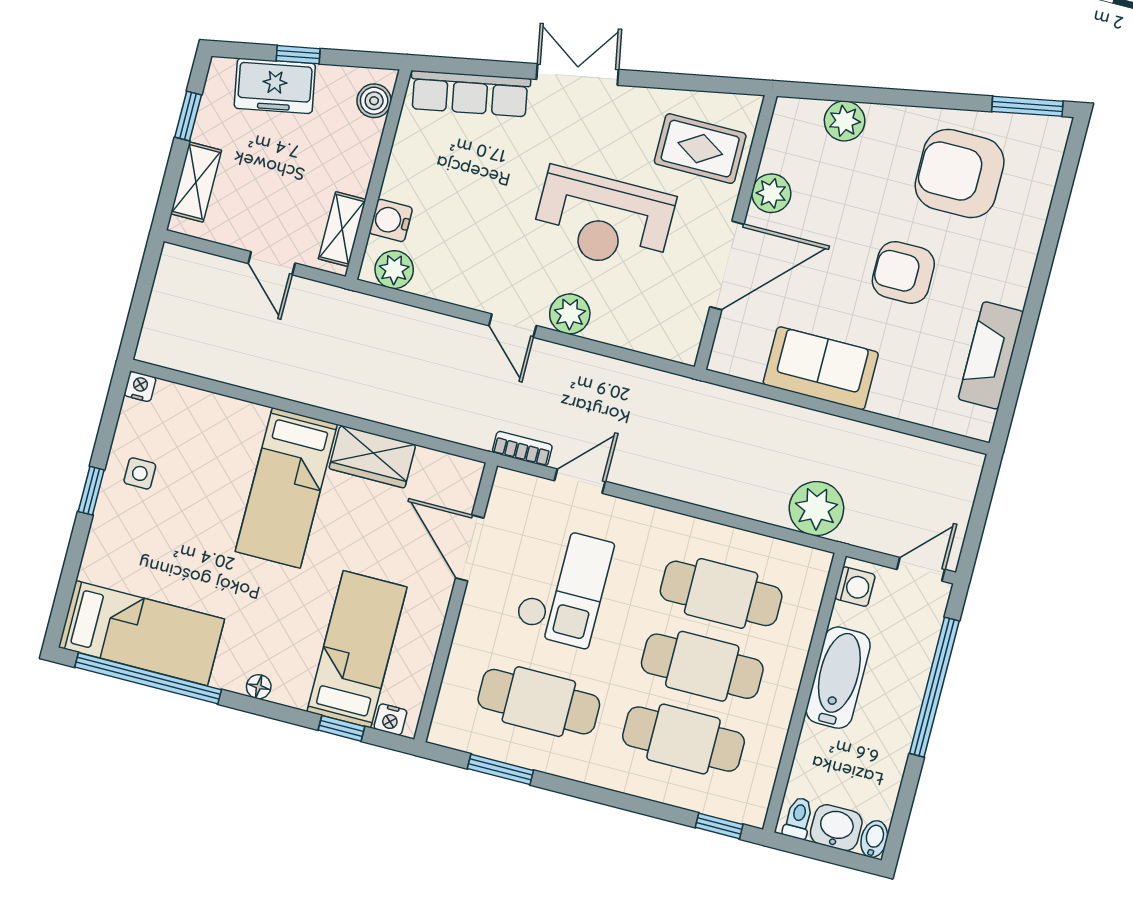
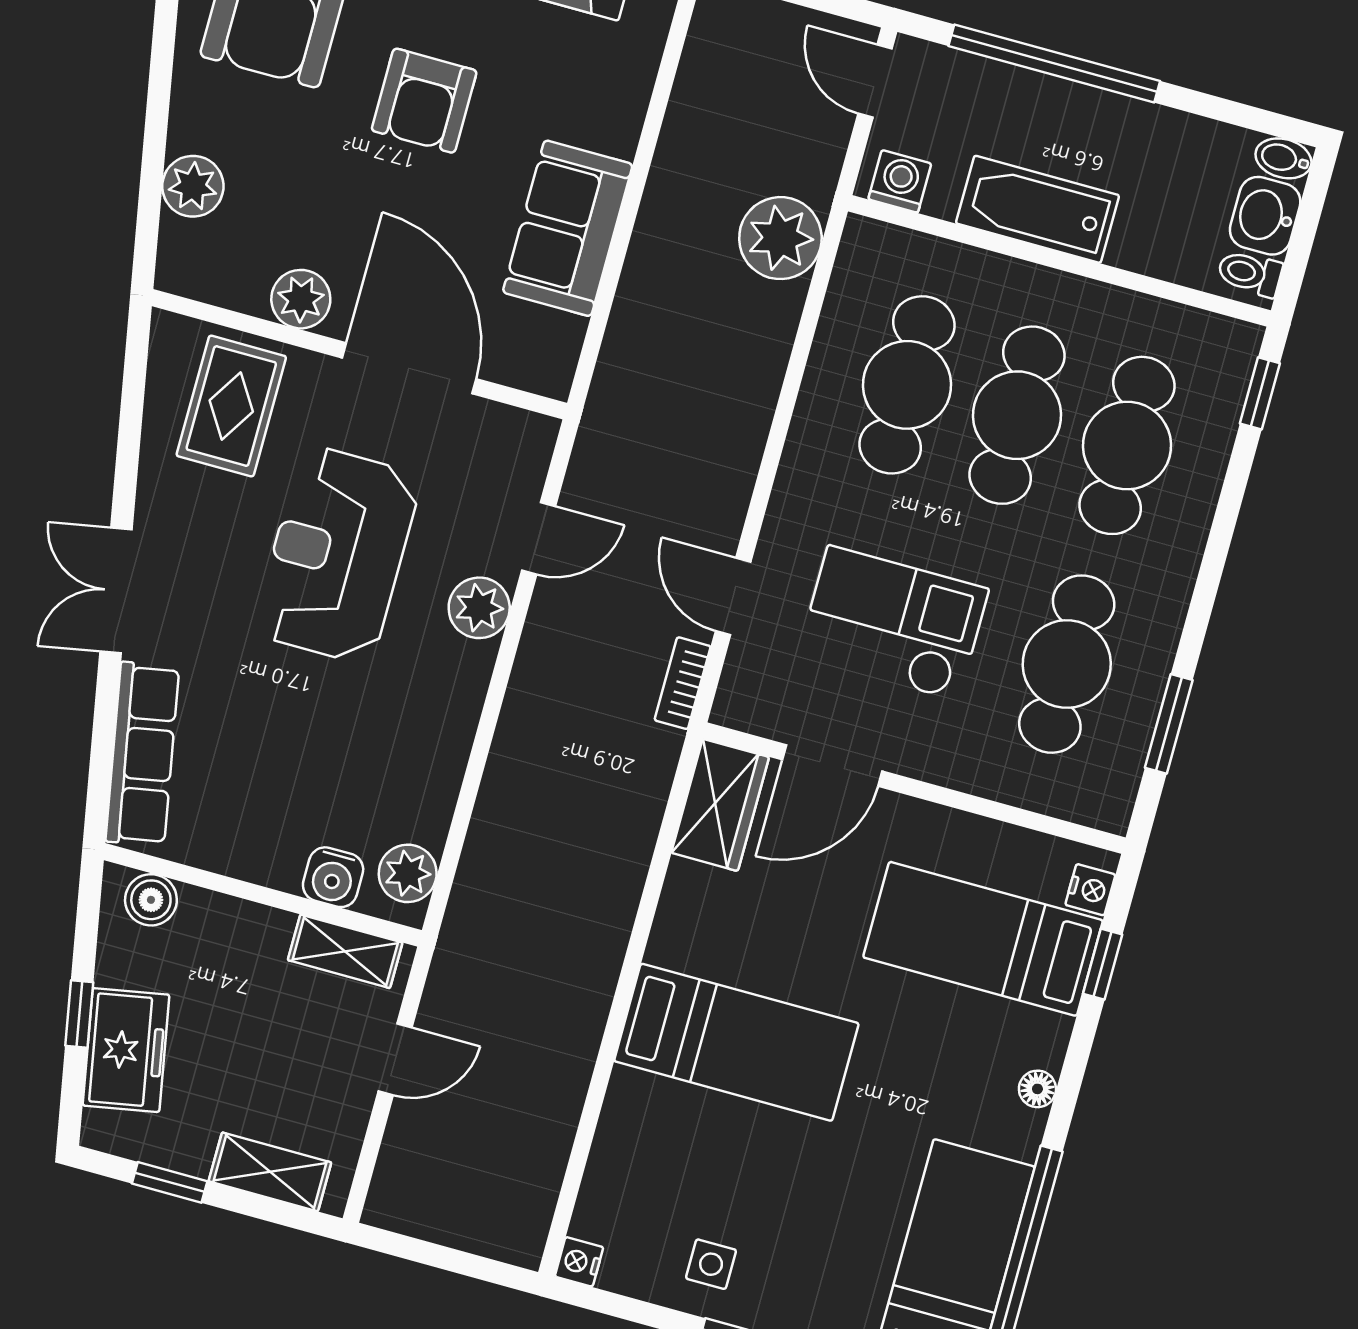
reception desk: (603, 220) -> (337, 555), turned 180
door: (513, 326) -> (539, 538), moved
wardrobe: (372, 457) -> (720, 805), moved

